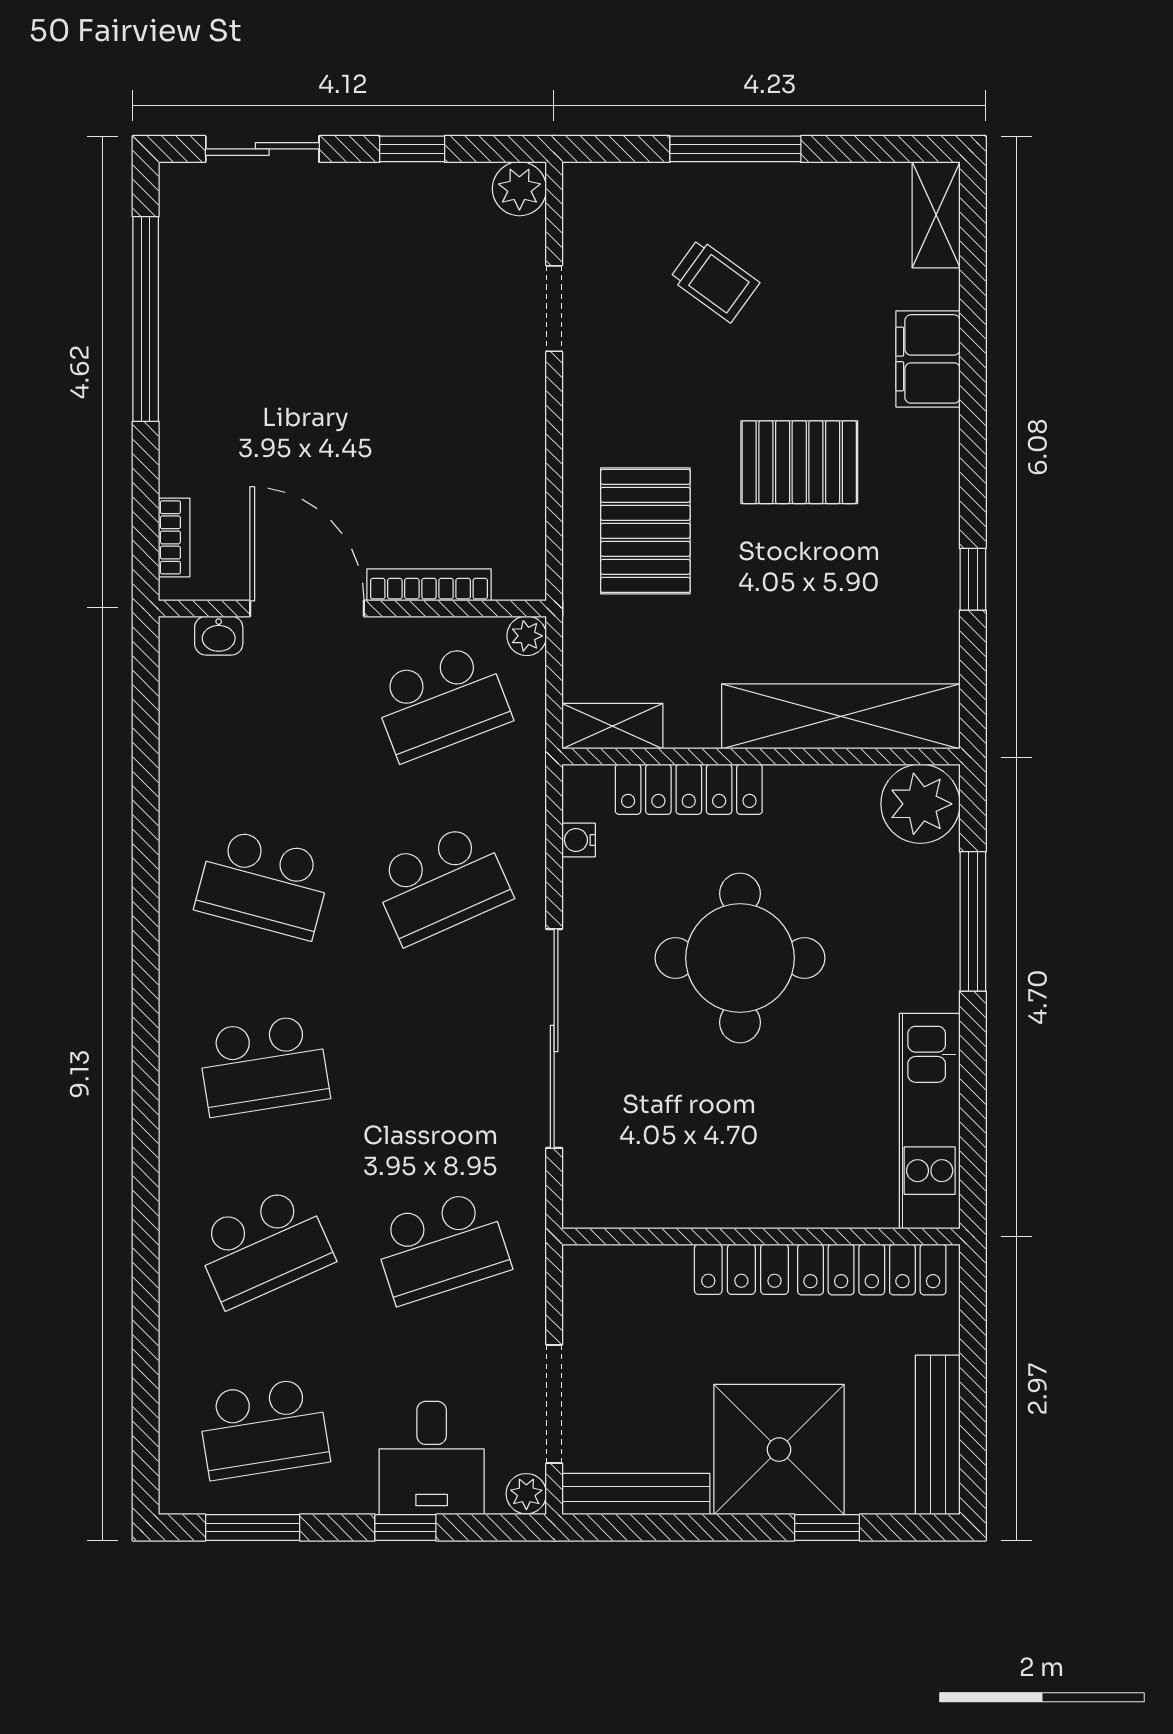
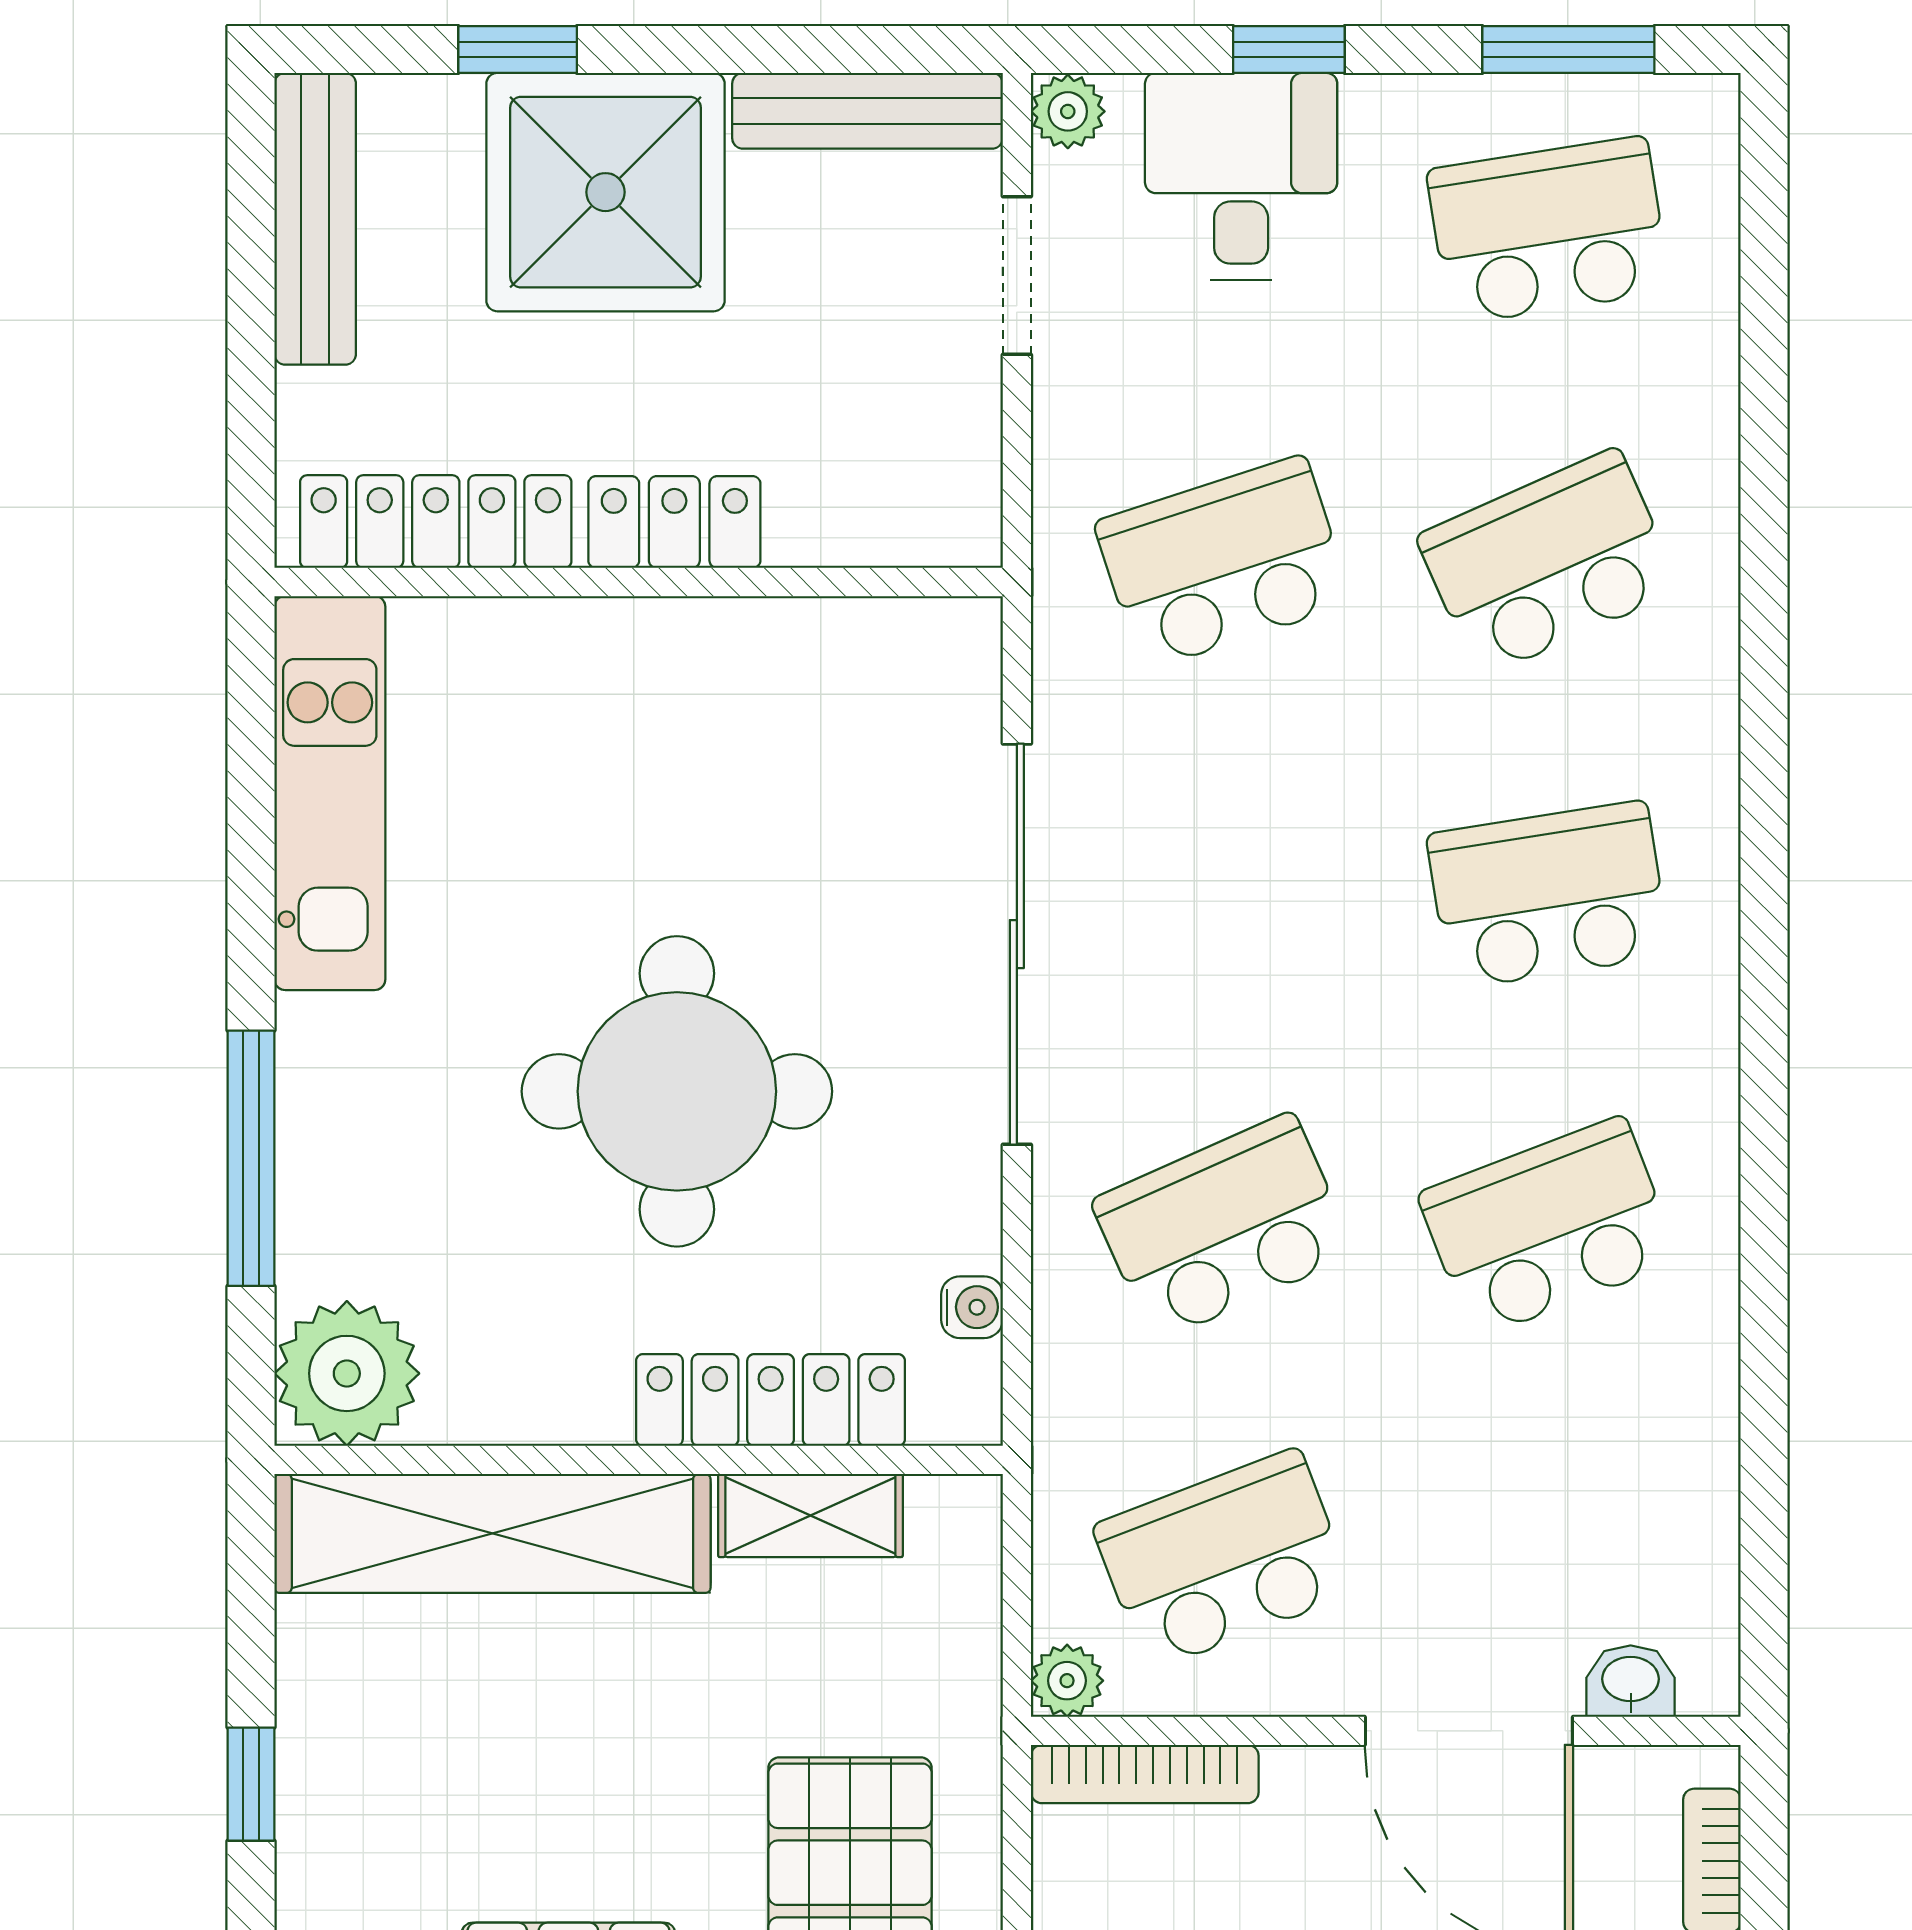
bookcase: (429, 585) -> (1145, 1774), moved
shelving: (612, 726) -> (810, 1516), moved
school desk: (264, 884) -> (1548, 1227), turned -36
doorway: (554, 1404) -> (1017, 275), width x0.73

